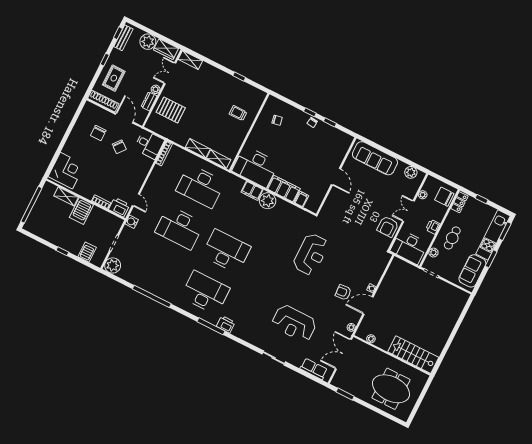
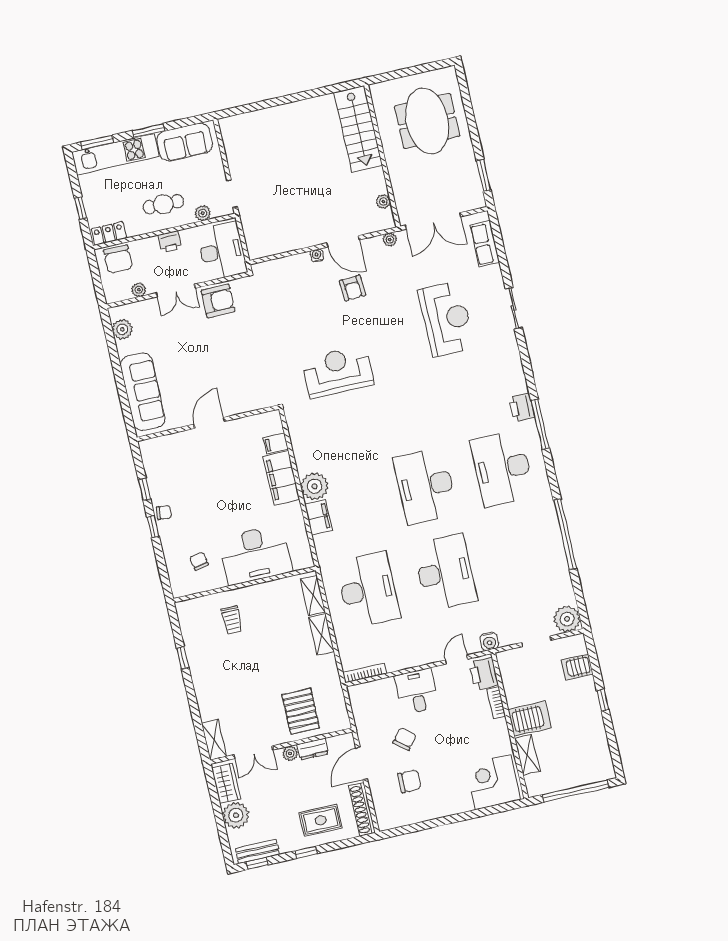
desk: (149, 144) -> (417, 691), moved
desk: (255, 167) -> (255, 555), moved, turned 90

